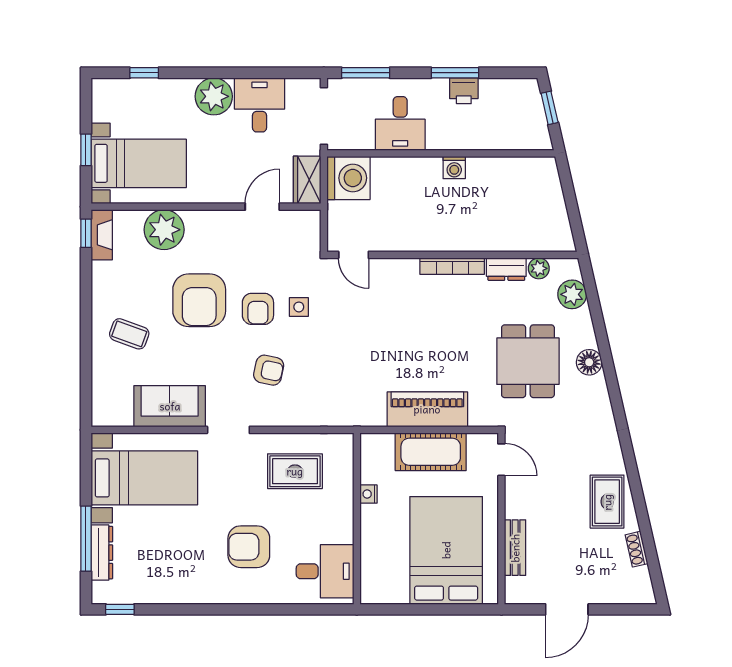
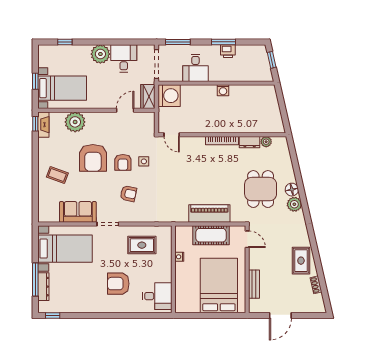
plant: (572, 294) -> (294, 204), moved

